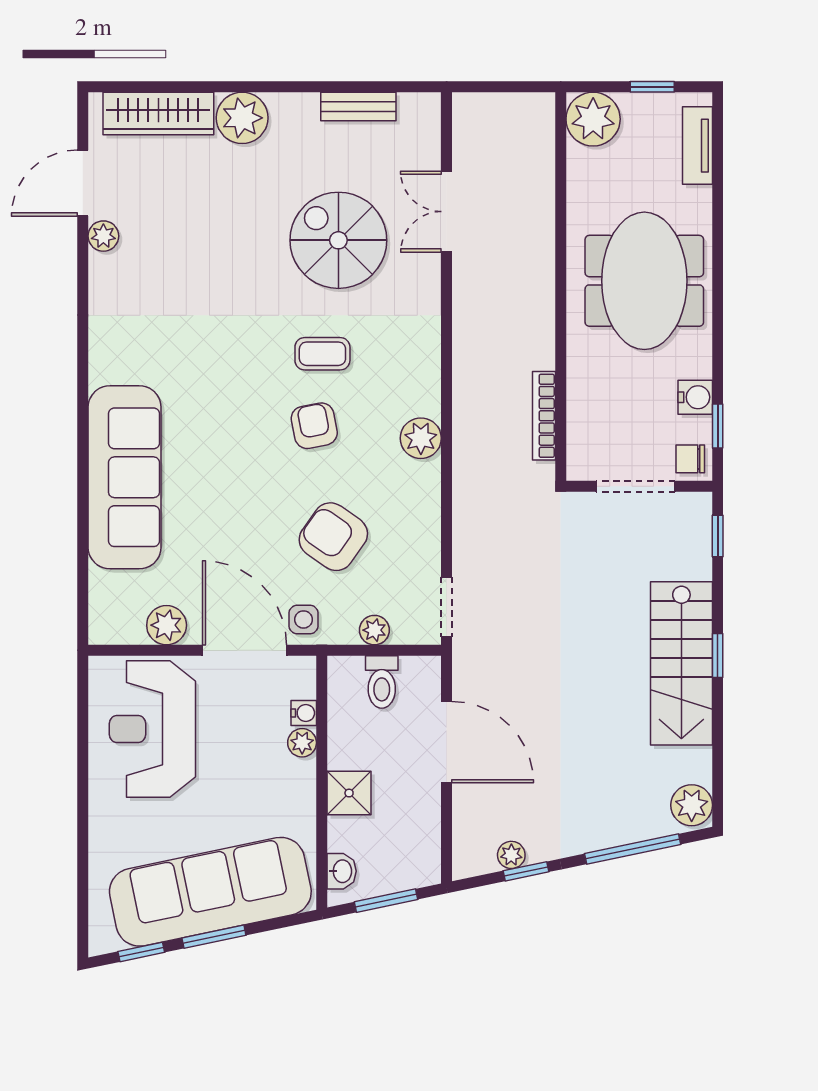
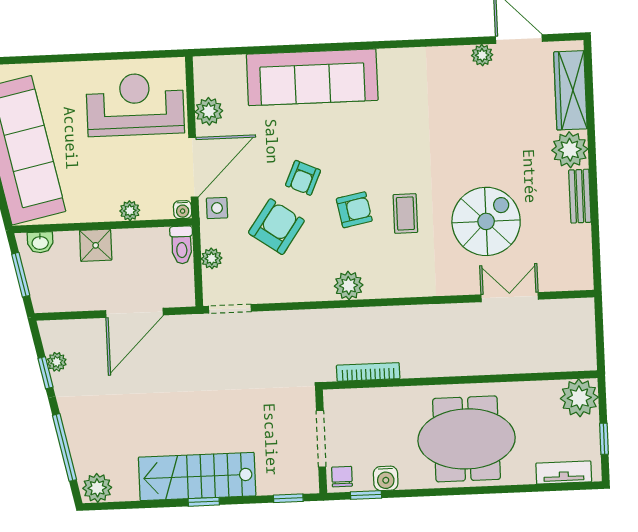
bench: (358, 106) -> (580, 196), moved
armchair: (266, 496) -> (303, 178), added
toilet: (382, 682) -> (182, 245), moved, turned -90
water cooler: (304, 713) -> (183, 210), moved

